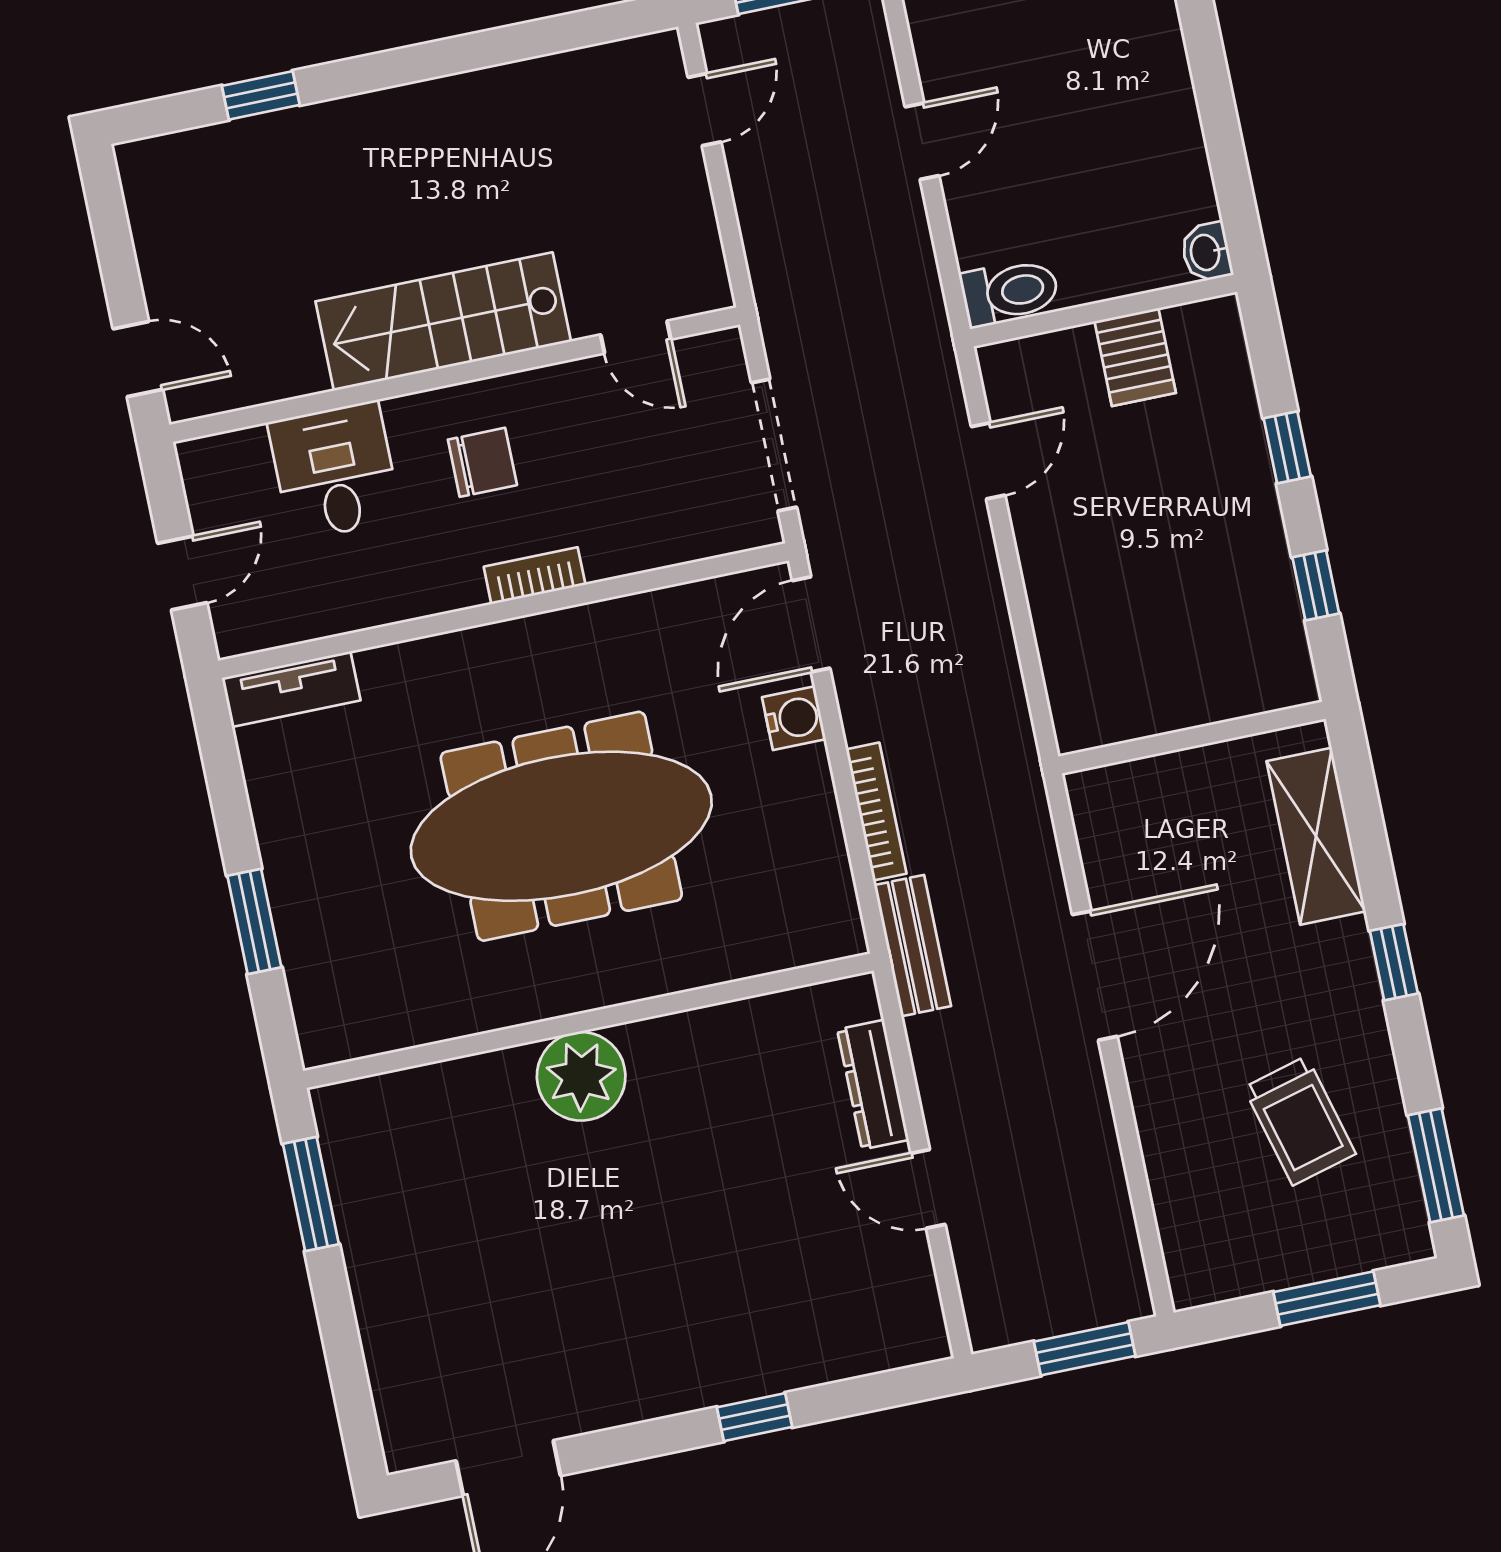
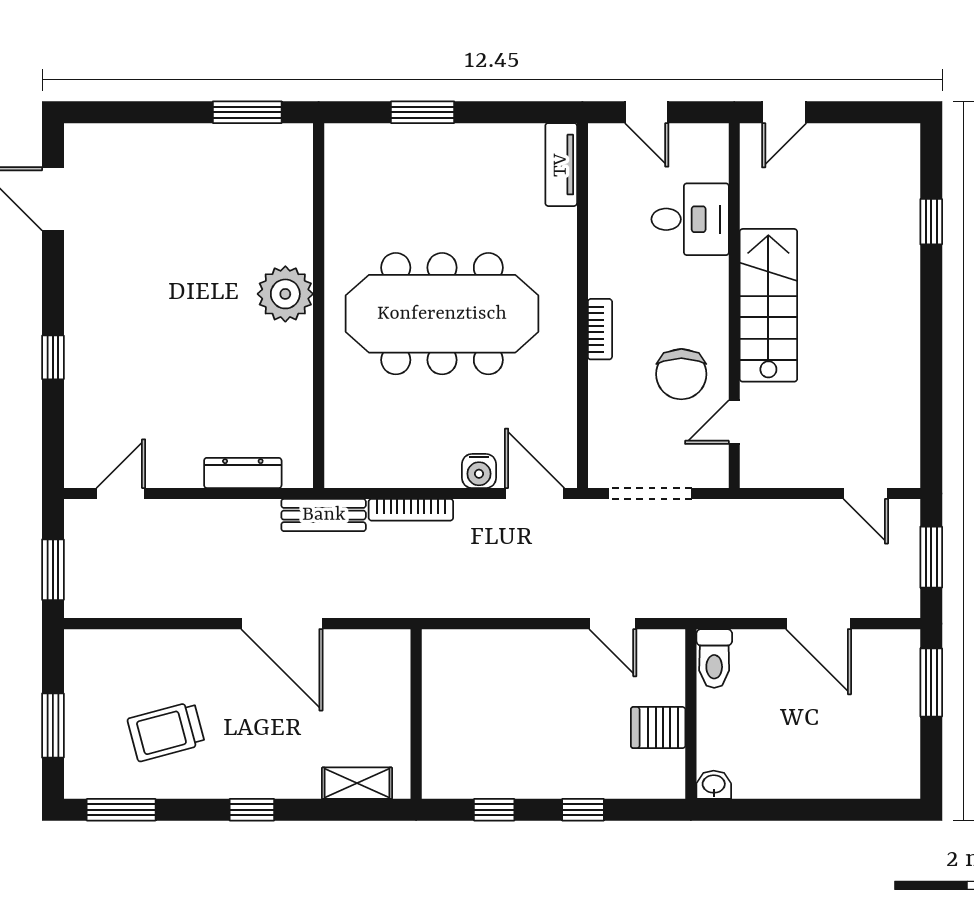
door: (922, 141) -> (818, 624), width x1.38
chair: (482, 462) -> (681, 374), moved, width x1.37, depth x1.37
meeting table: (561, 826) -> (442, 314), turned 90
shelving: (1316, 836) -> (357, 783), width x0.67, depth x0.75
door: (928, 1189) -> (121, 494), moved

